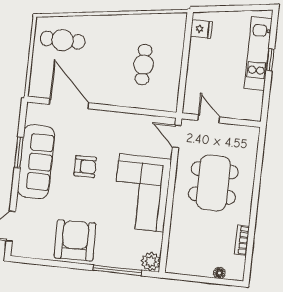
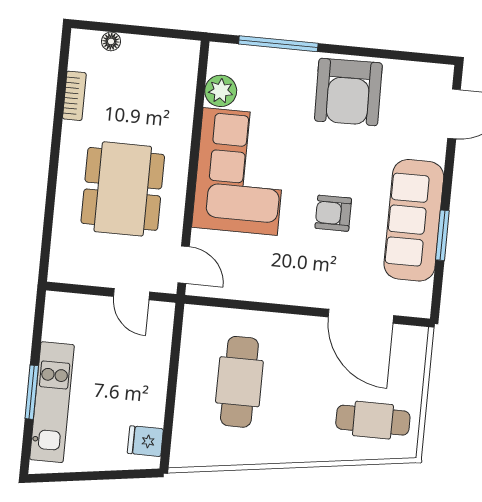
window: (270, 60) -> (32, 392), width x1.50
cafe table: (144, 65) -> (239, 382), width x1.37, depth x1.35
plant: (151, 262) -> (221, 91), moved

